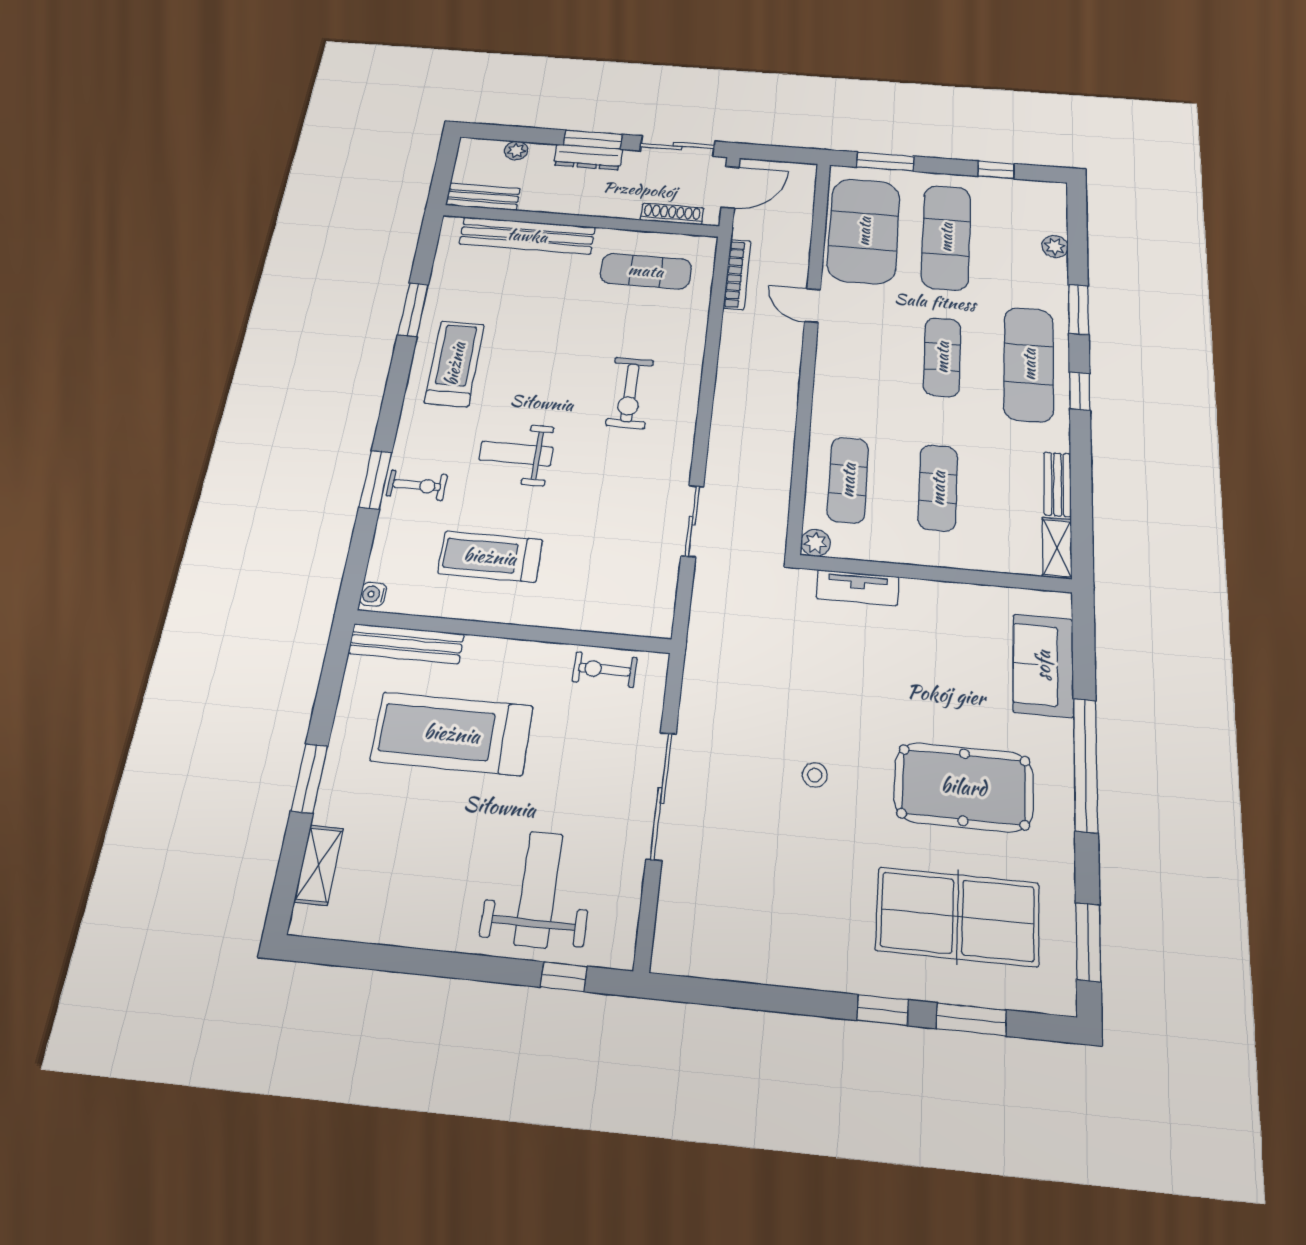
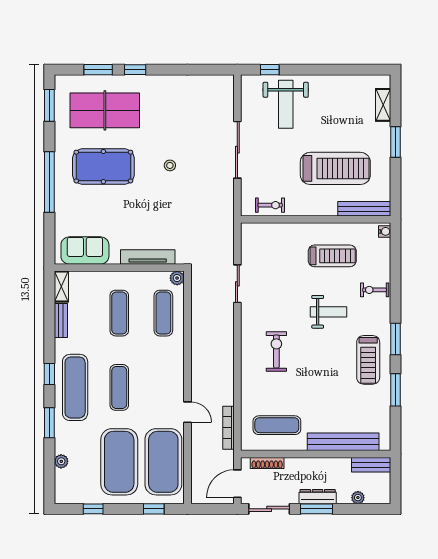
window: (885, 162) -> (154, 509), width x0.67
exercise mat: (946, 237) -> (119, 462), width x1.47
window: (375, 480) -> (395, 339), moved
tv unit: (858, 588) -> (148, 257), width x1.41
sofa: (1043, 665) -> (85, 250), moved, turned -90

